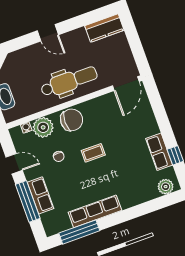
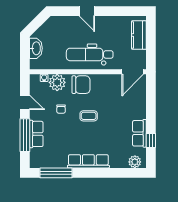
kitchen counter: (104, 28) -> (139, 35), moved, turned 90
dental chair: (69, 81) -> (90, 54), turned 180
row of seats: (95, 211) -> (88, 161), moved

